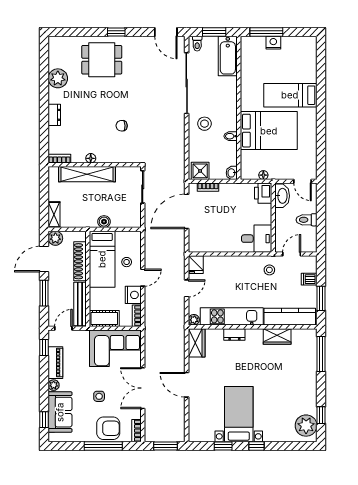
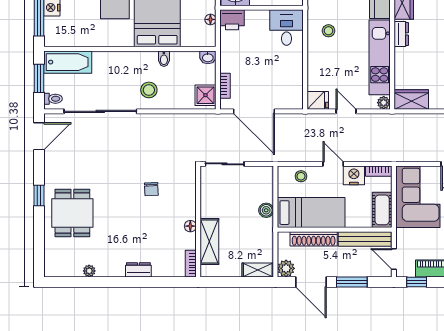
plant: (58, 78) -> (89, 271), width x0.53, depth x0.53
shelving: (87, 174) -> (209, 241), width x0.68
stool: (127, 262) -> (301, 176), moved
stool: (269, 270) -> (328, 31), moved
dresser: (234, 334) -> (401, 34), moved

